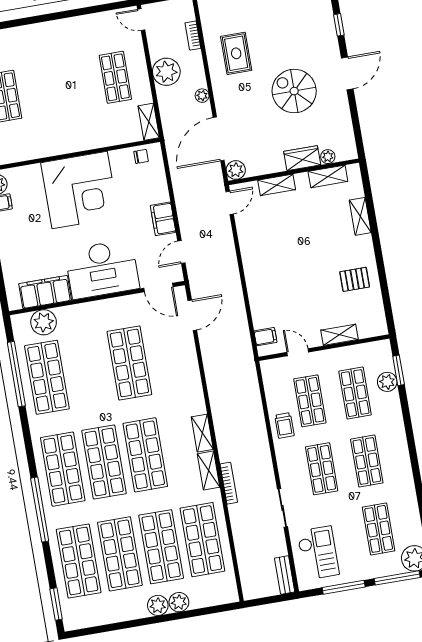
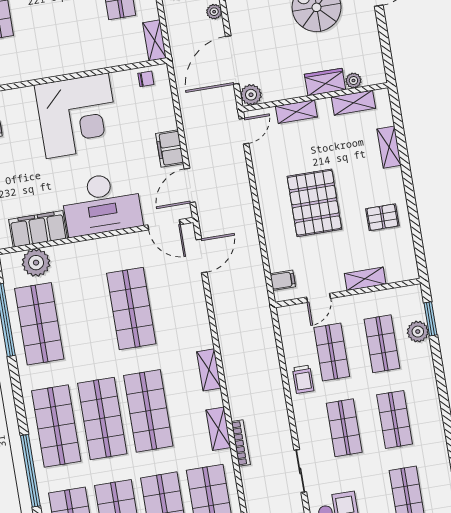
door: (181, 252) -> (190, 186), width x1.38
pallet: (293, 267) -> (314, 203), added
door: (298, 352) -> (319, 298), swing flipped
shelving: (202, 433) -> (209, 370), moved

